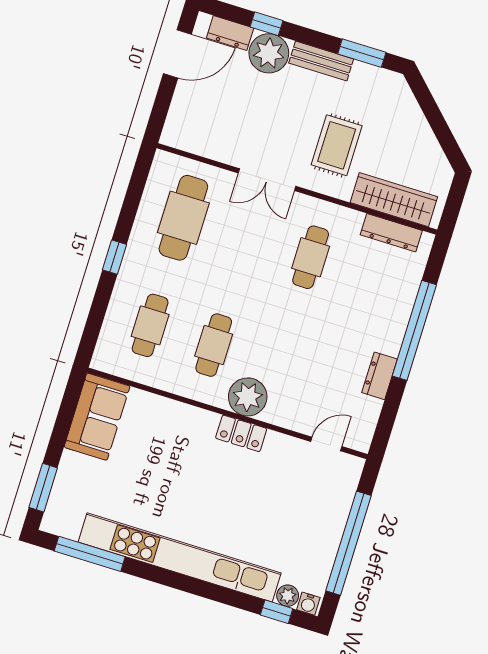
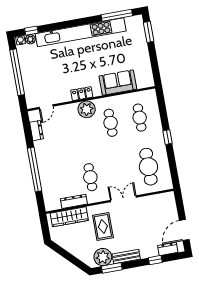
plant: (269, 53) -> (103, 257), moved
dresser: (391, 233) -> (74, 201), moved
dresser: (379, 376) -> (37, 131), moved
sofa: (97, 417) -> (118, 83), moved, turned 90

